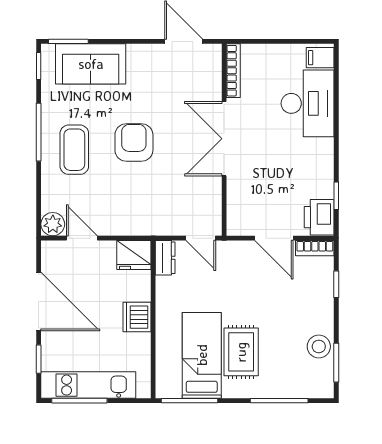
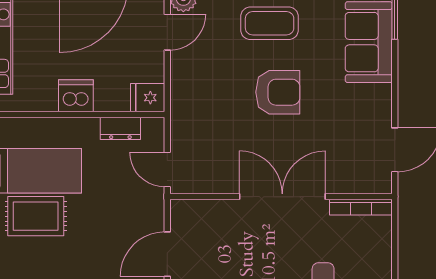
door: (201, 238) -> (167, 170), hinge flipped
fridge: (134, 255) -> (148, 98), width x0.72
dresser: (165, 258) -> (120, 128), moved

